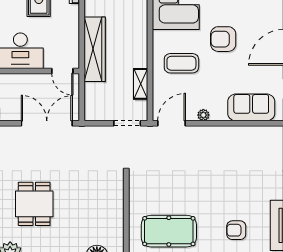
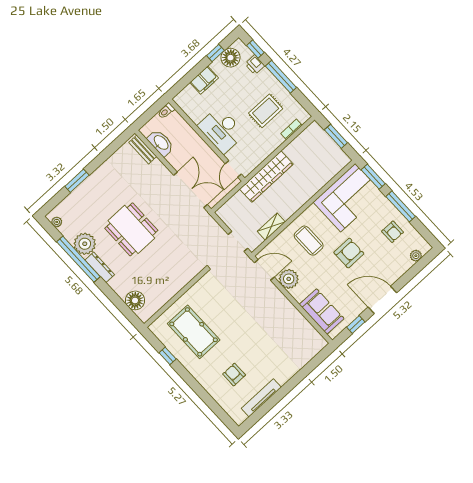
armchair: (223, 39) -> (349, 253), turned 90
plant: (203, 115) -> (289, 279), width x1.87, depth x1.87
dining table: (34, 204) -> (131, 229), width x1.38

